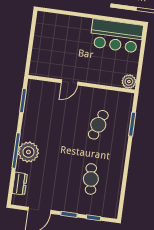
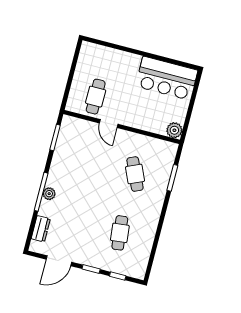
cafe table: (55, 60) -> (96, 97), added
door: (69, 82) -> (109, 124), hinge flipped
cafe table: (98, 125) -> (135, 174), turned -42
plant: (28, 152) -> (49, 194), width x0.53, depth x0.53

